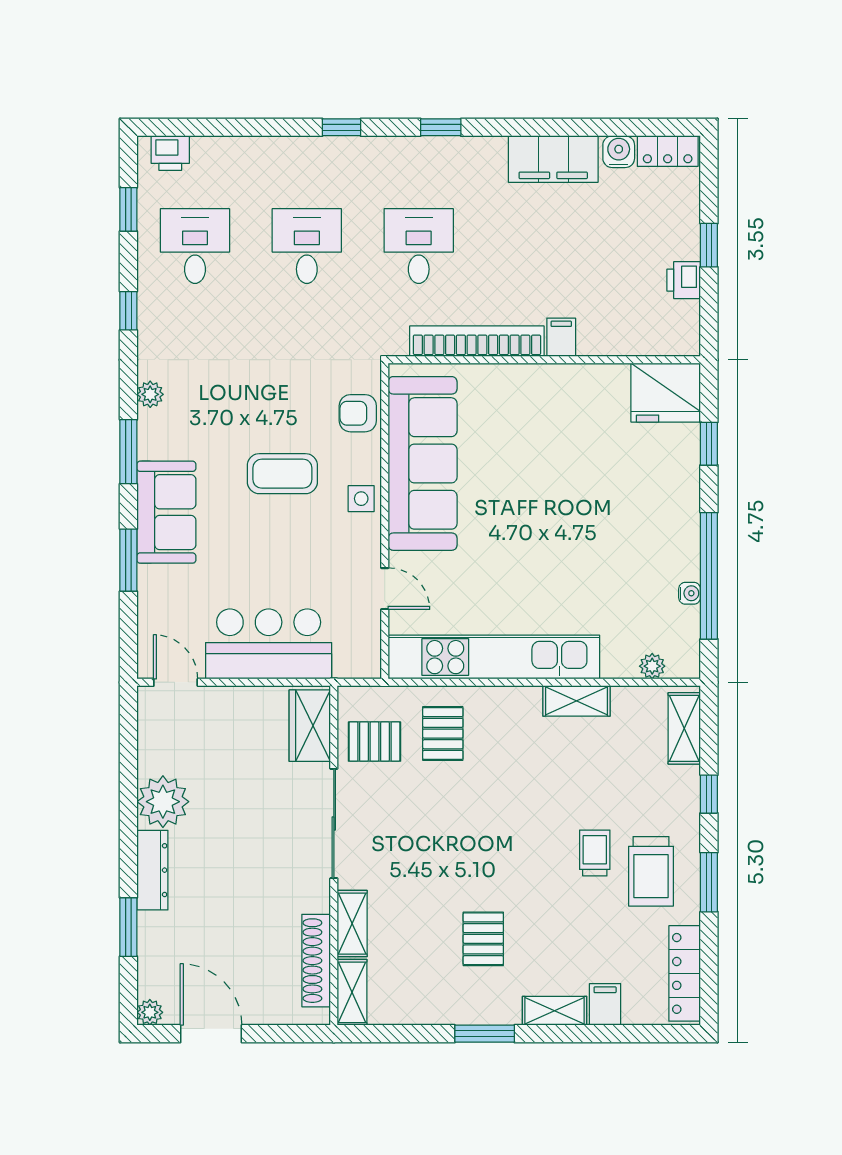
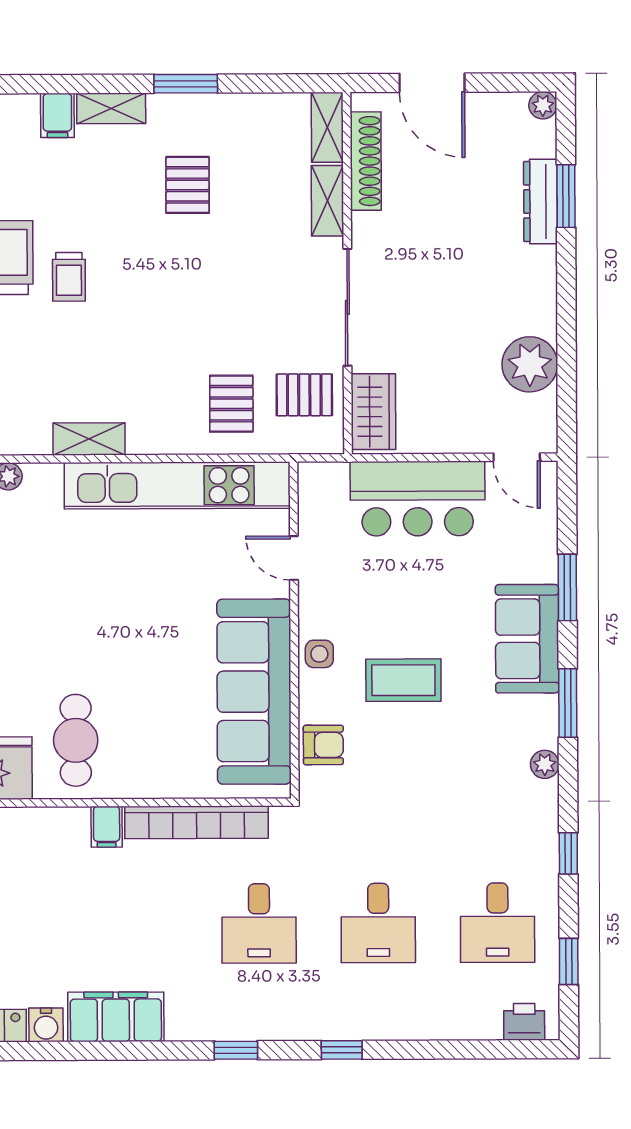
cafe table: (590, 418) -> (76, 740), added
plant: (163, 802) -> (530, 364), moved
dresser: (152, 870) -> (540, 201), moved
door: (211, 1034) -> (432, 83), moved

